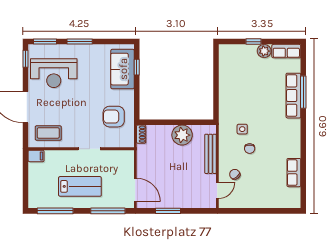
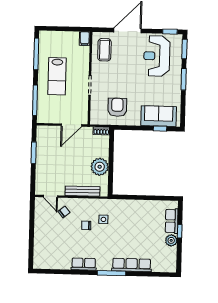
row of seats: (286, 51) -> (172, 221), moved
window: (303, 92) -> (112, 273), moved
row of seats: (294, 173) -> (84, 264), moved
door: (135, 190) -> (71, 125), moved

